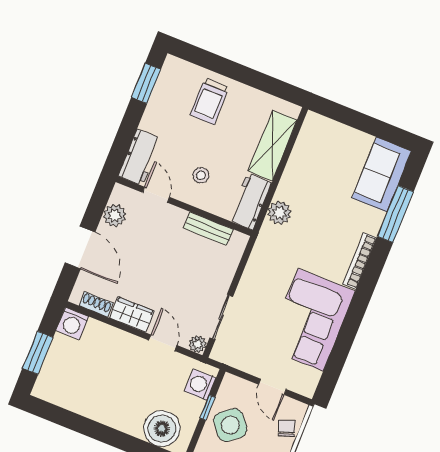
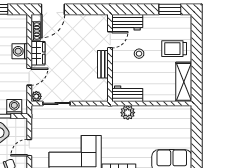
shelving: (273, 146) -> (184, 82), moved, turned 90
stool: (201, 175) -> (139, 54), moved
plant: (115, 215) -> (89, 21), removed
bench: (208, 229) -> (103, 64), moved
door: (80, 248) -> (53, 9), moved
washing machine: (72, 323) -> (20, 51), moved

